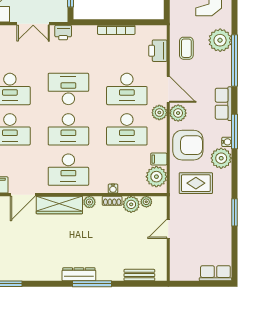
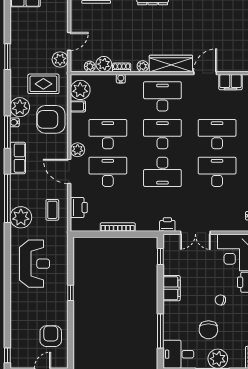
double door: (33, 24) -> (195, 233), swing flipped
plant: (178, 113) -> (60, 59), moved

